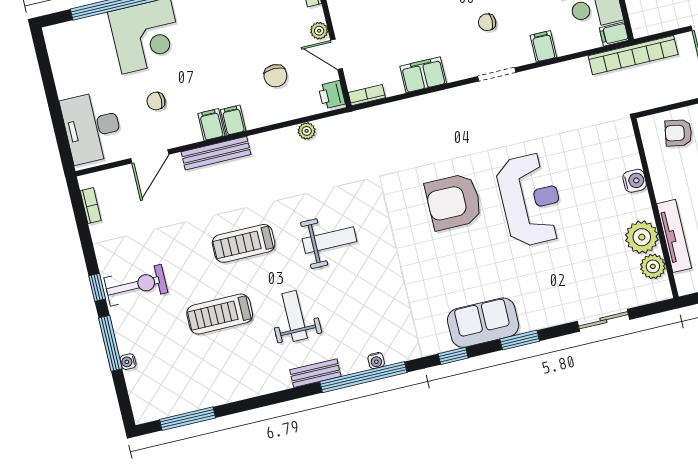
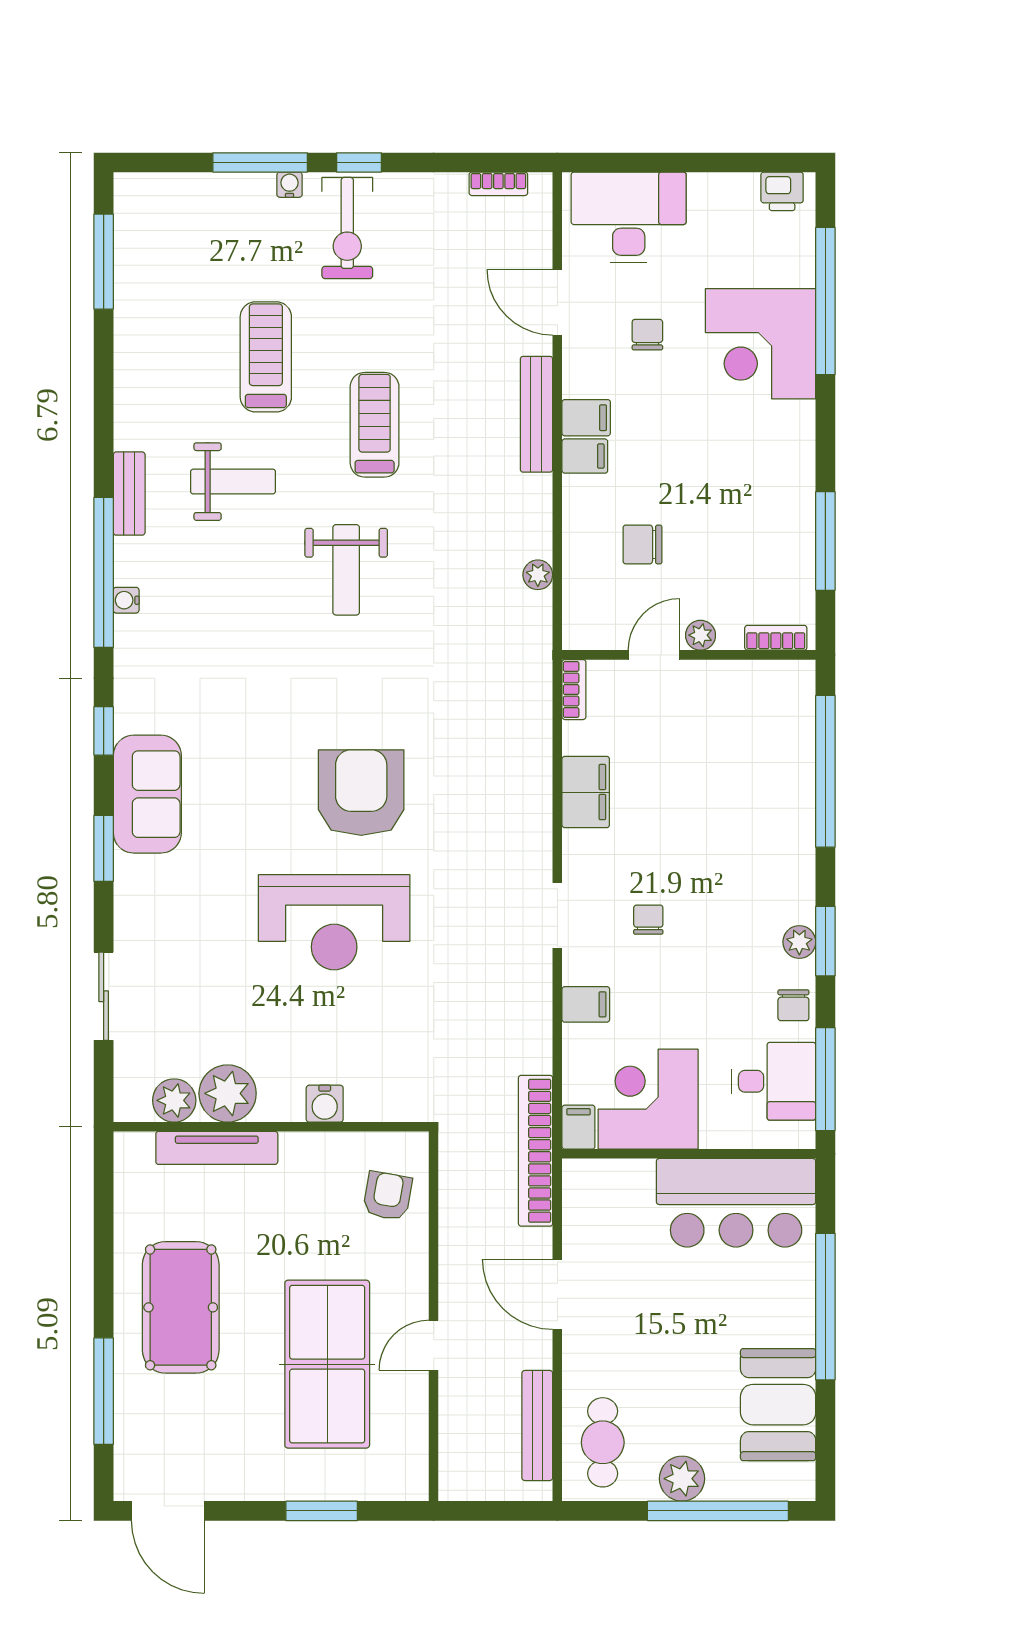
printer: (332, 95) -> (782, 191), moved, turned 180
water cooler: (128, 362) -> (290, 185), moved

